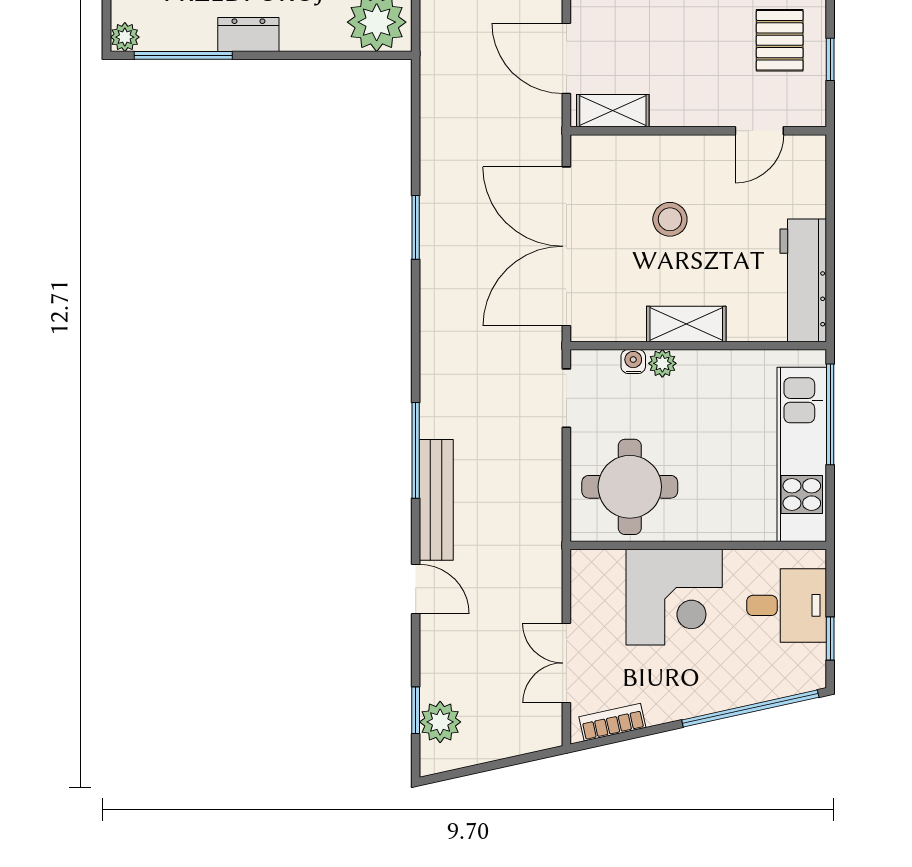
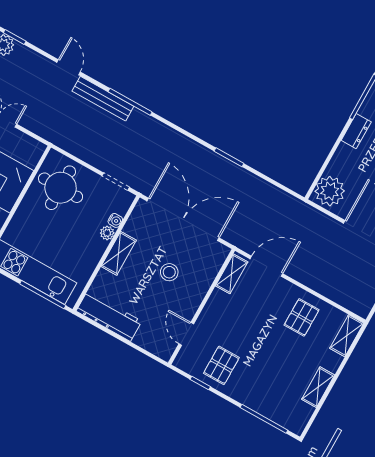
pallet: (780, 40) -> (221, 365), turned 90
door: (416, 589) -> (69, 67), swing flipped

